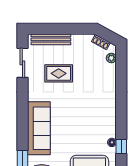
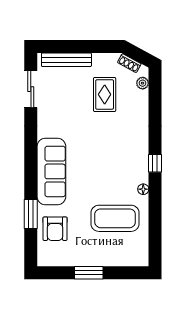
rug: (59, 73) -> (105, 94), moved, turned 90
window: (121, 146) -> (155, 163), moved

